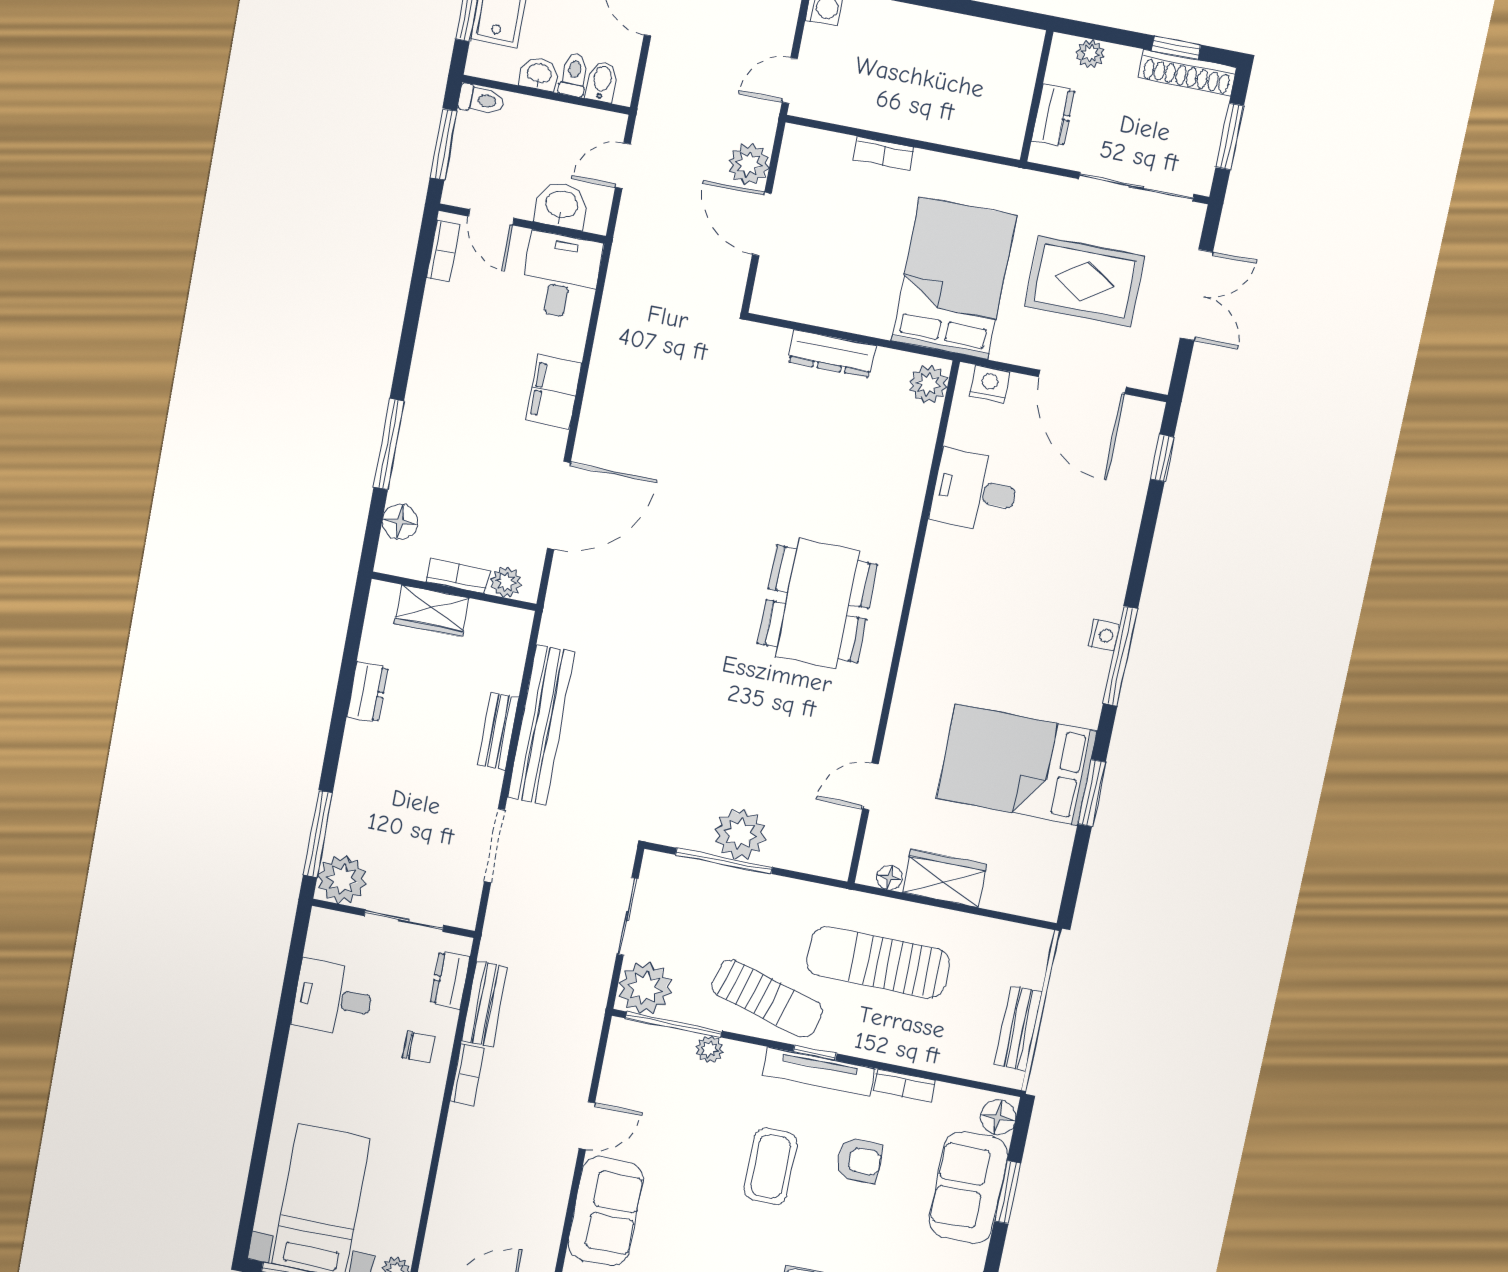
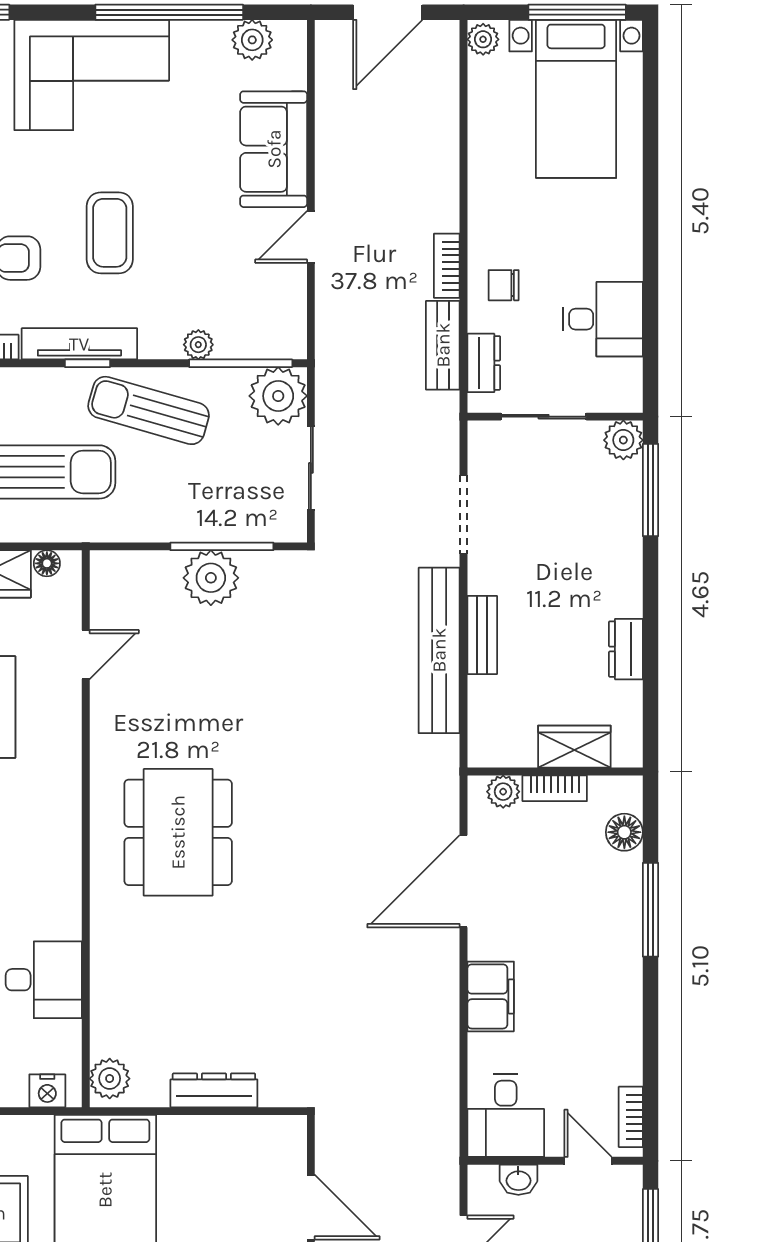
washbasin: (561, 205) -> (518, 1180), width x0.72, depth x0.69
plant: (342, 879) -> (623, 440), width x0.73, depth x0.73

